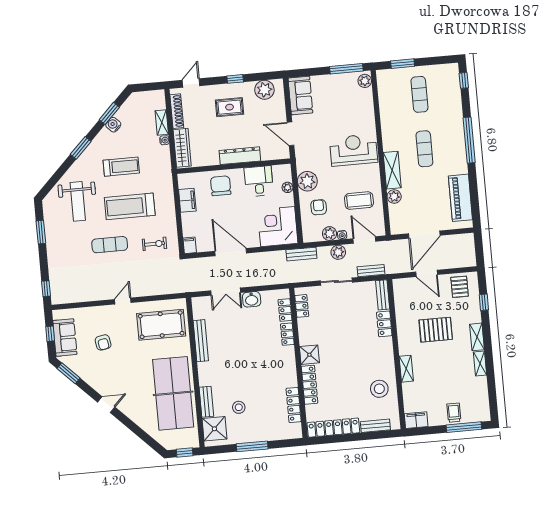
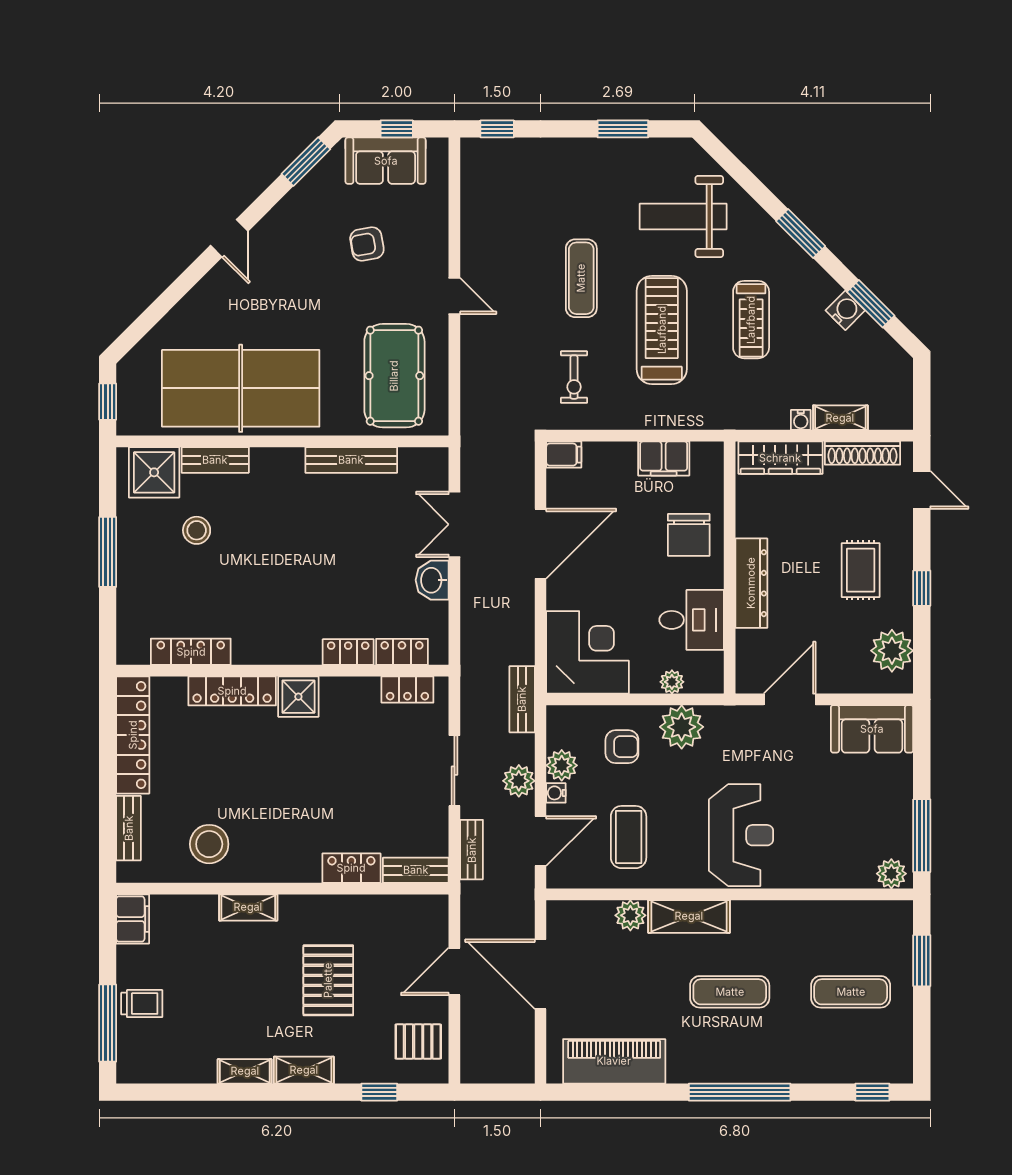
chair: (221, 186) -> (689, 535), turned 90

